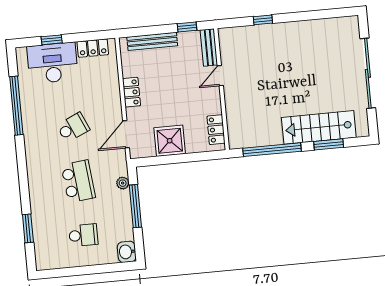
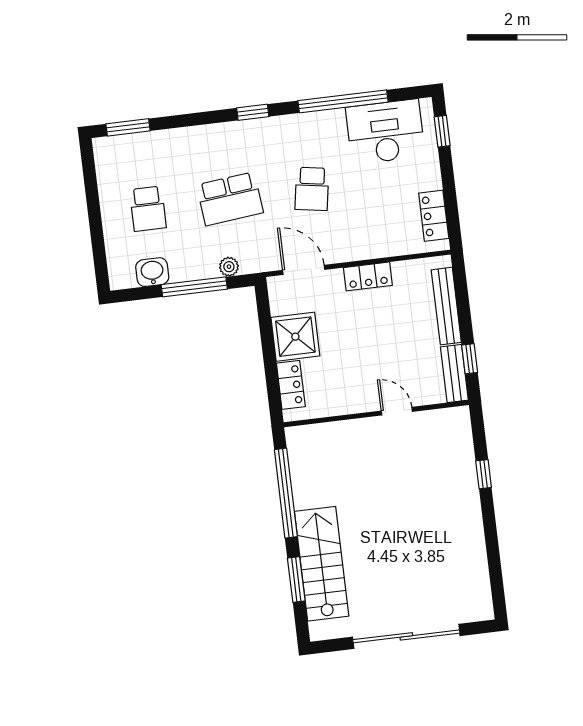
window: (52, 40) -> (442, 131), moved
bench: (209, 47) -> (454, 373), moved, turned 90
desk: (53, 63) -> (385, 132), moved, turned -90
school desk: (73, 127) -> (312, 189), turned 33
locker: (216, 130) -> (291, 385), moved, turned 90
window: (22, 165) -> (253, 112), added
window: (28, 228) -> (128, 127), moved
washbasin: (127, 252) -> (152, 272), moved

